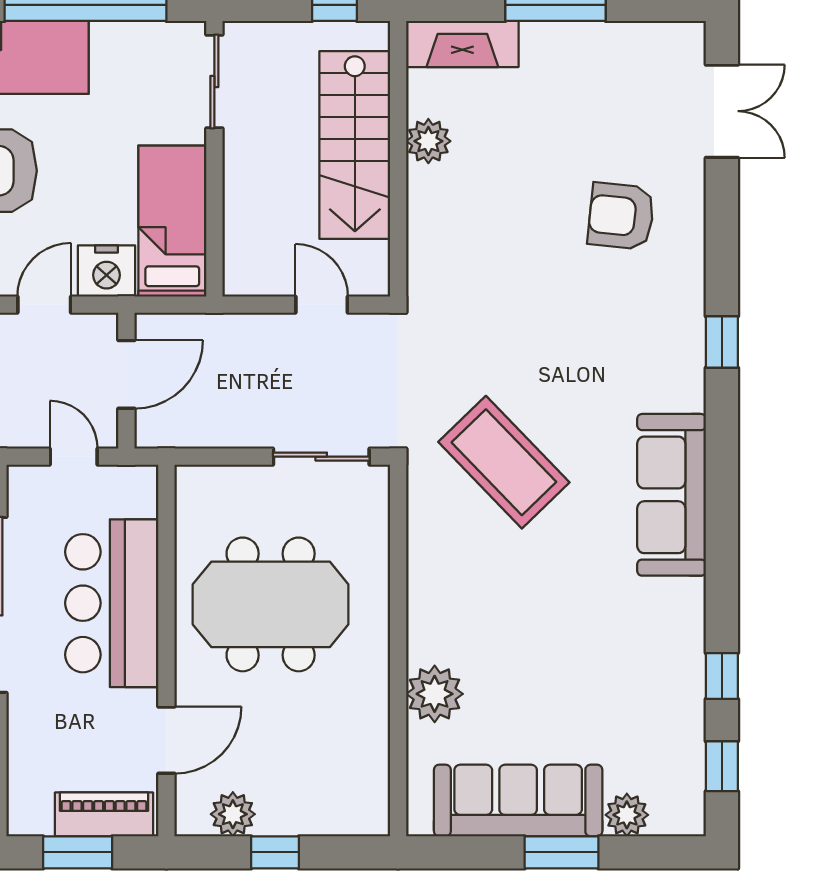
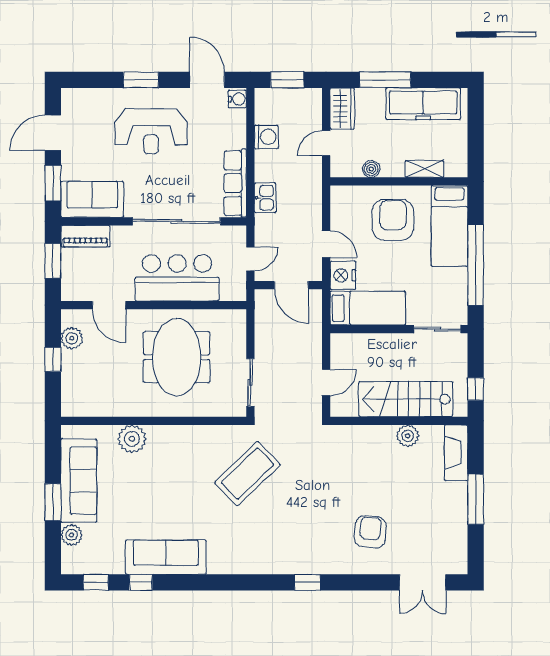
sofa: (672, 495) -> (166, 557), moved
piano: (104, 814) -> (85, 236), moved, turned 90

